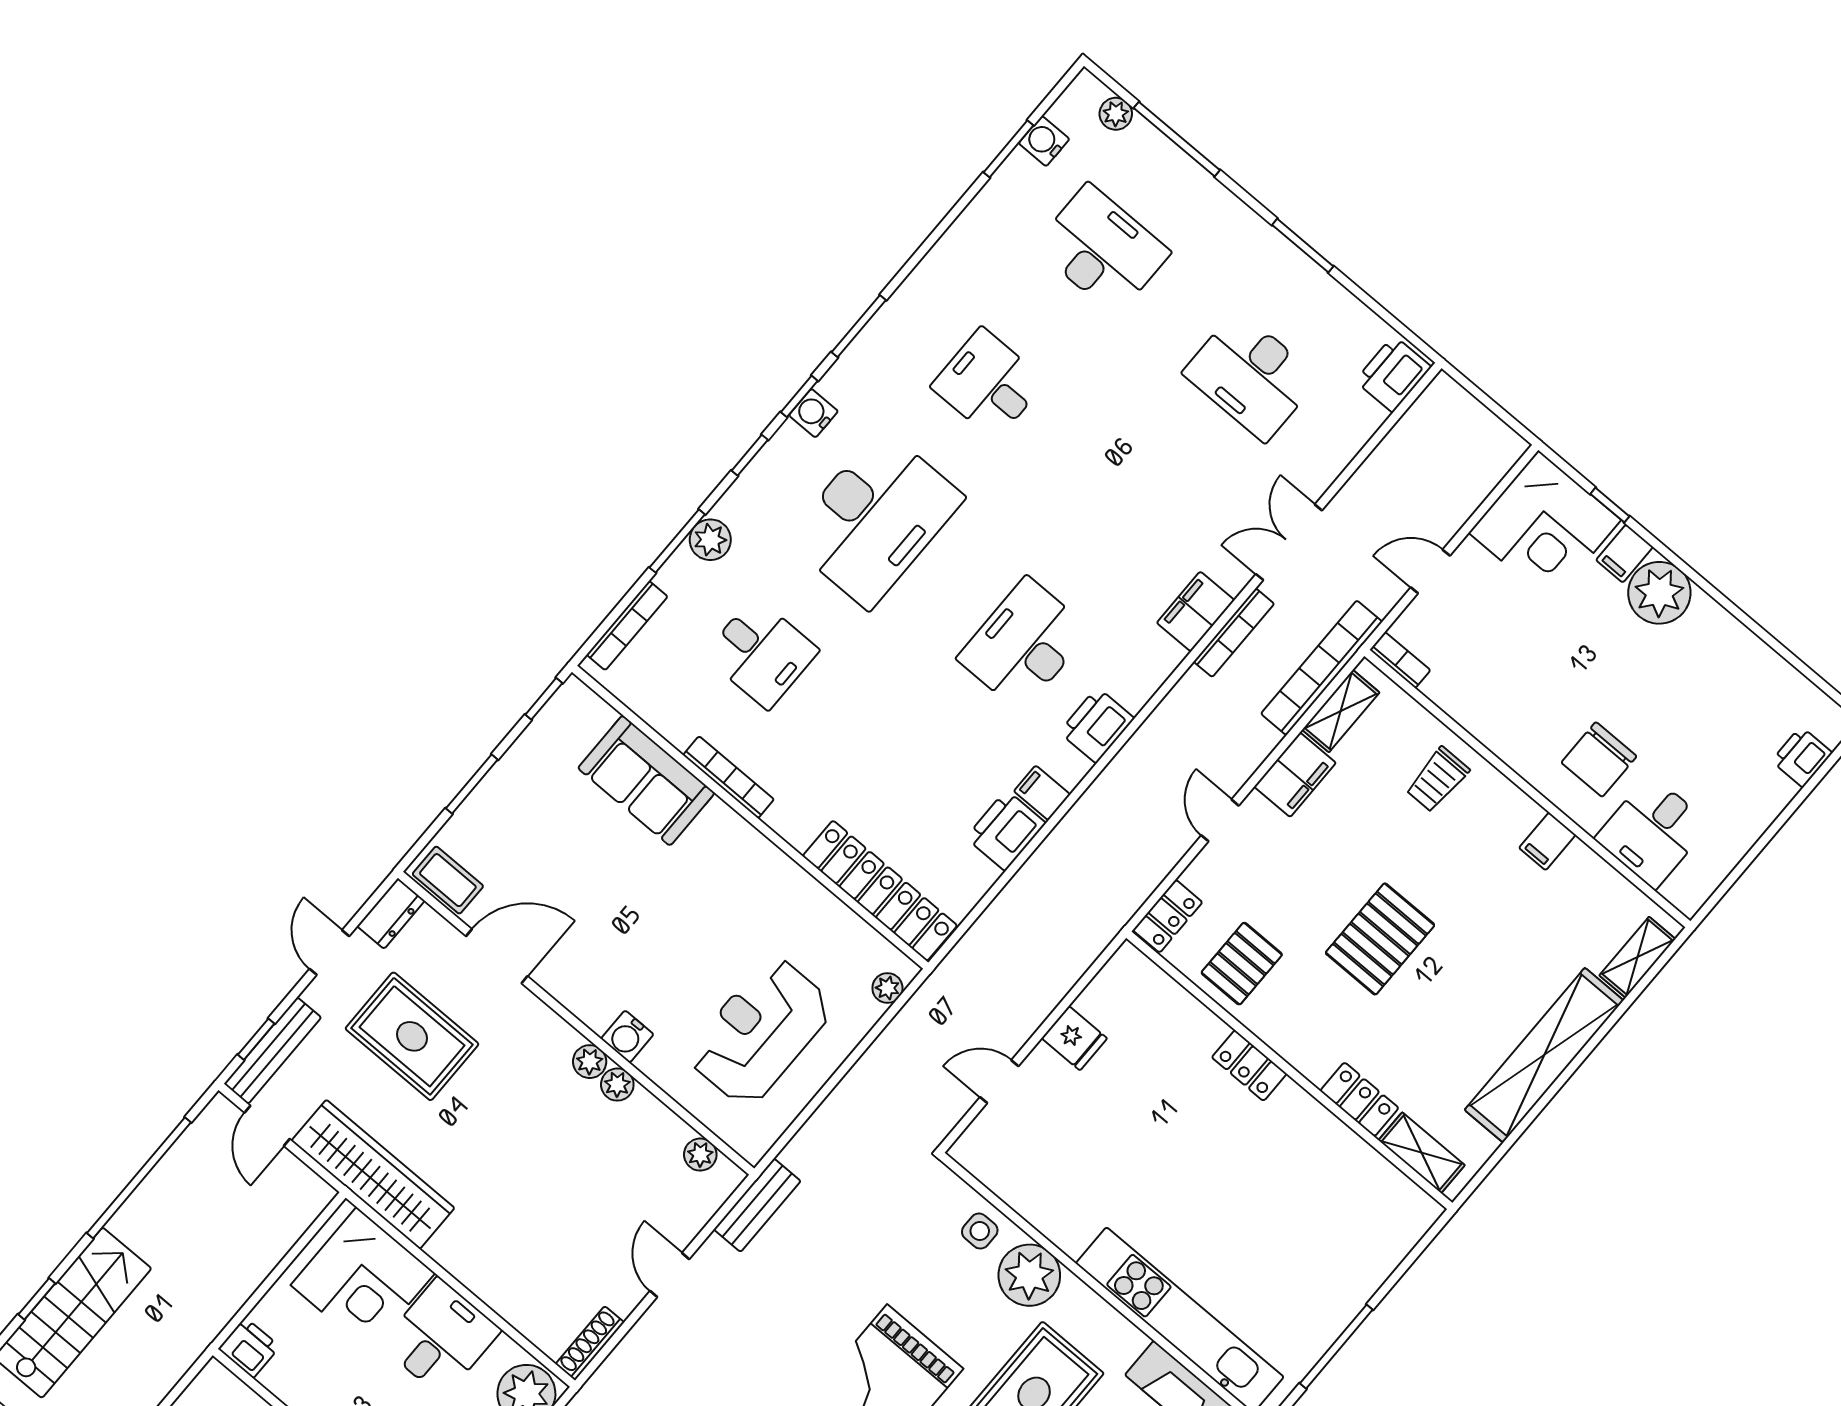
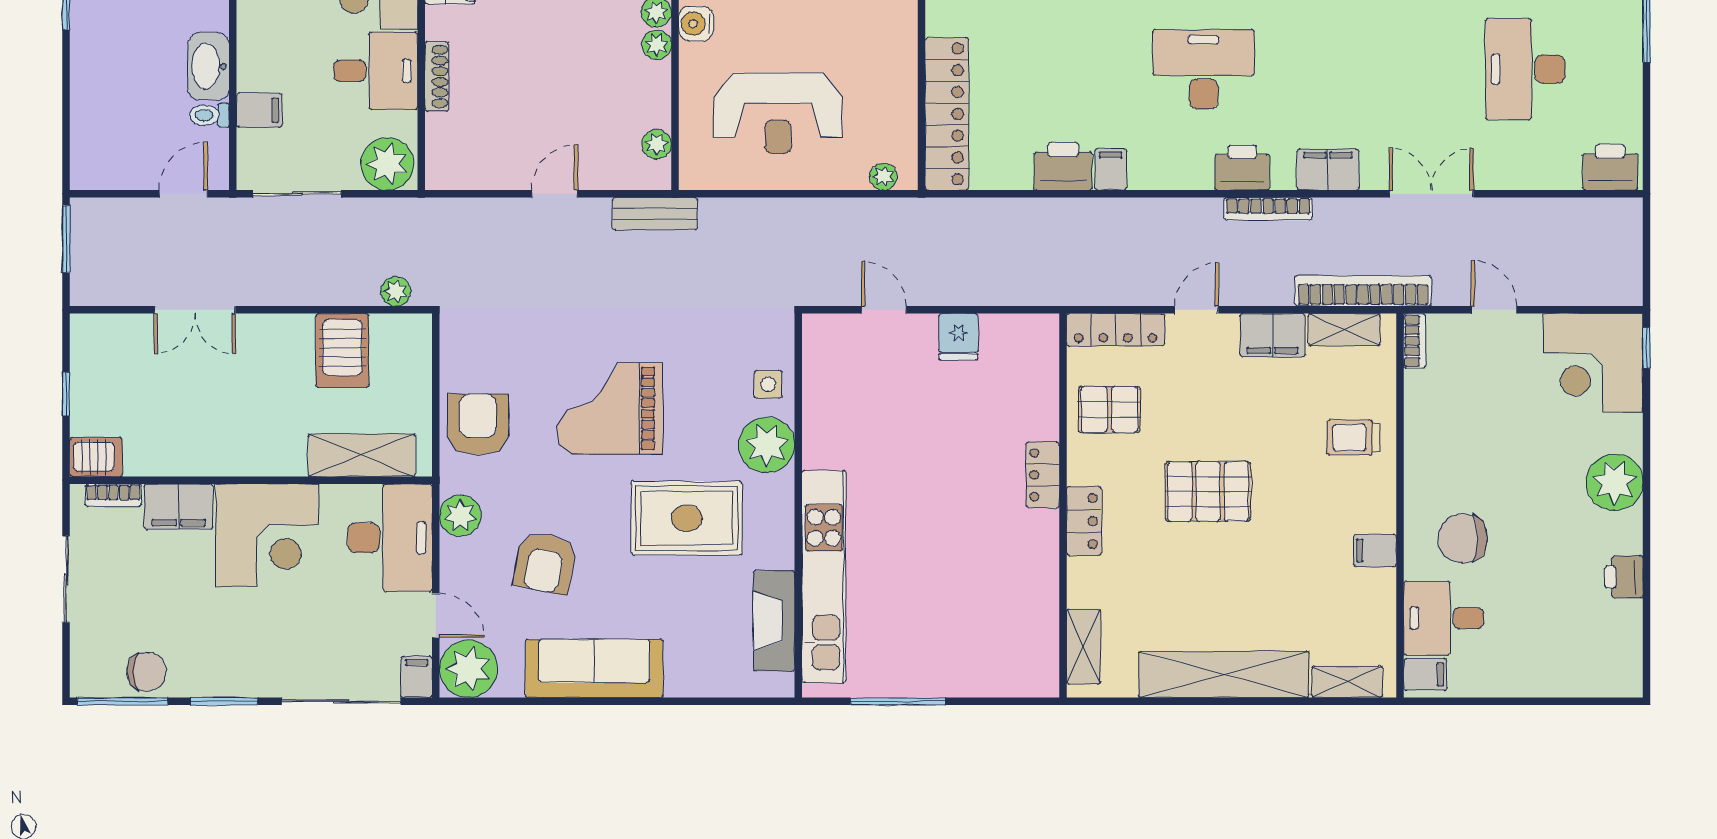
window: (1610, 505) -> (1647, 348), moved
filing cabinet: (1624, 554) -> (1425, 674), moved, turned 180
bookcase: (1234, 633) -> (1268, 209), moved
printer: (1097, 725) -> (1242, 168), moved
printer: (1802, 757) -> (1624, 577), moved, turned -90
locker: (1168, 916) -> (1116, 330), width x1.53
reception desk: (760, 1031) -> (778, 113), turned 180
locker: (1359, 1099) -> (1084, 521), moved
shoe rack: (590, 1343) -> (437, 77), moved, turned 90

